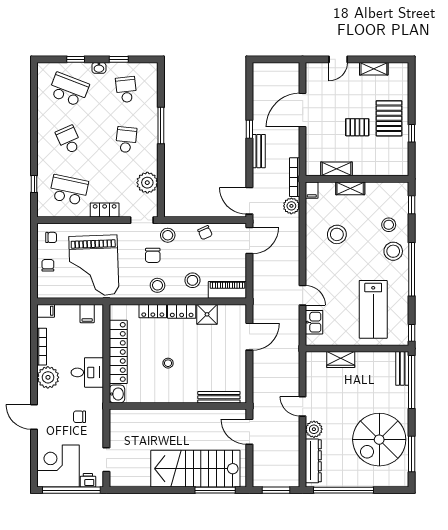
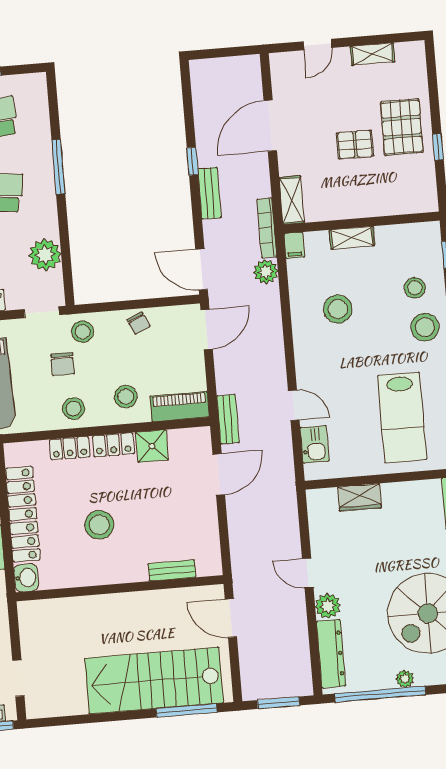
shelving: (336, 169) -> (292, 200), moved, turned 90
bench: (258, 301) -> (228, 419), added
stool: (168, 363) -> (99, 525), width x1.89, depth x1.89
bench: (219, 397) -> (172, 570), width x0.73
plant: (360, 481) -> (405, 679), added

